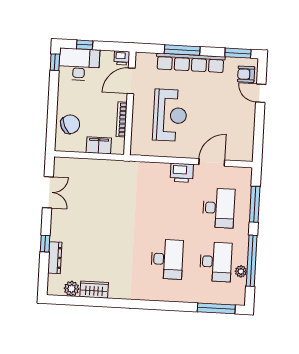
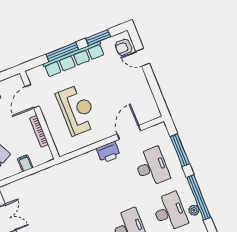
window: (238, 53) -> (98, 37), moved
printer: (122, 58) -> (16, 81), removed
filing cabinet: (99, 145) -> (25, 163), width x0.50

